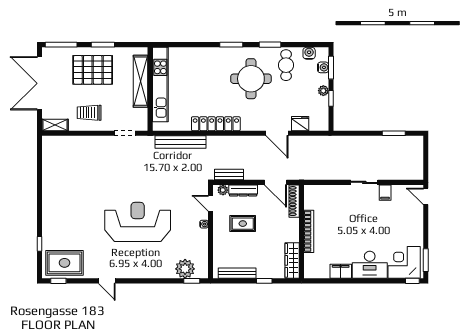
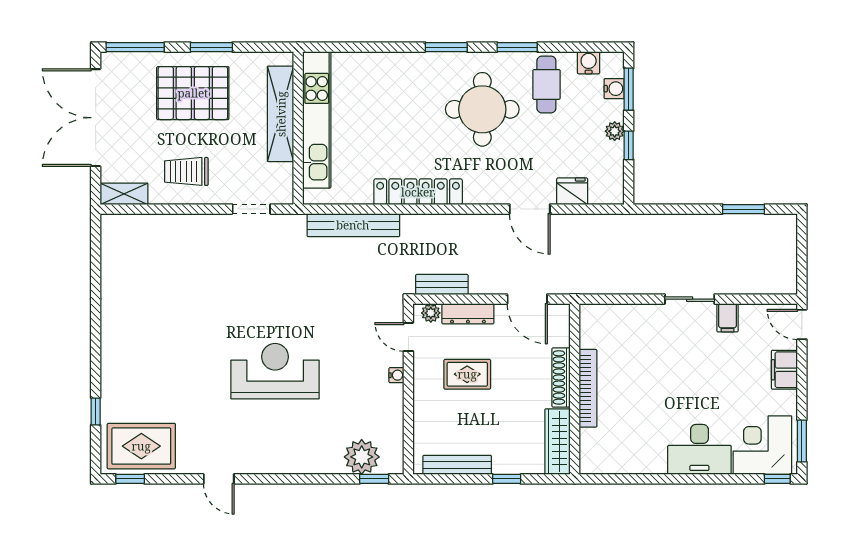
shoe rack: (294, 201) -> (561, 377), moved
reception desk: (138, 222) -> (275, 371), width x0.74, depth x0.77
filing cabinet: (341, 271) -> (784, 370), moved, turned -90

